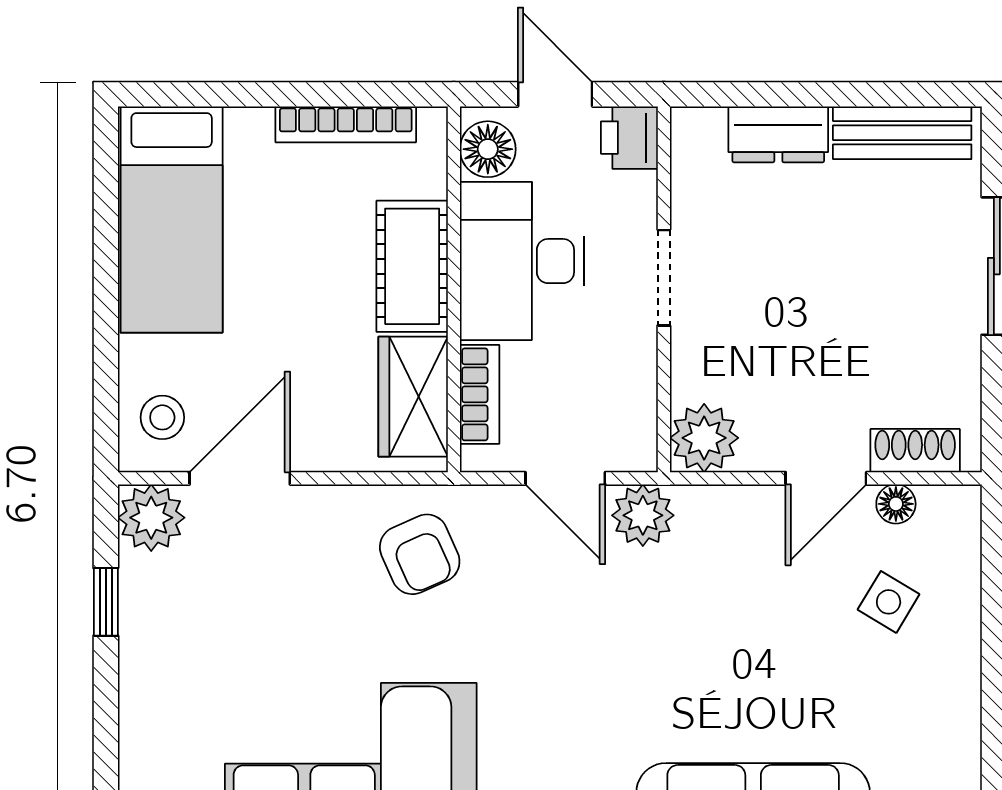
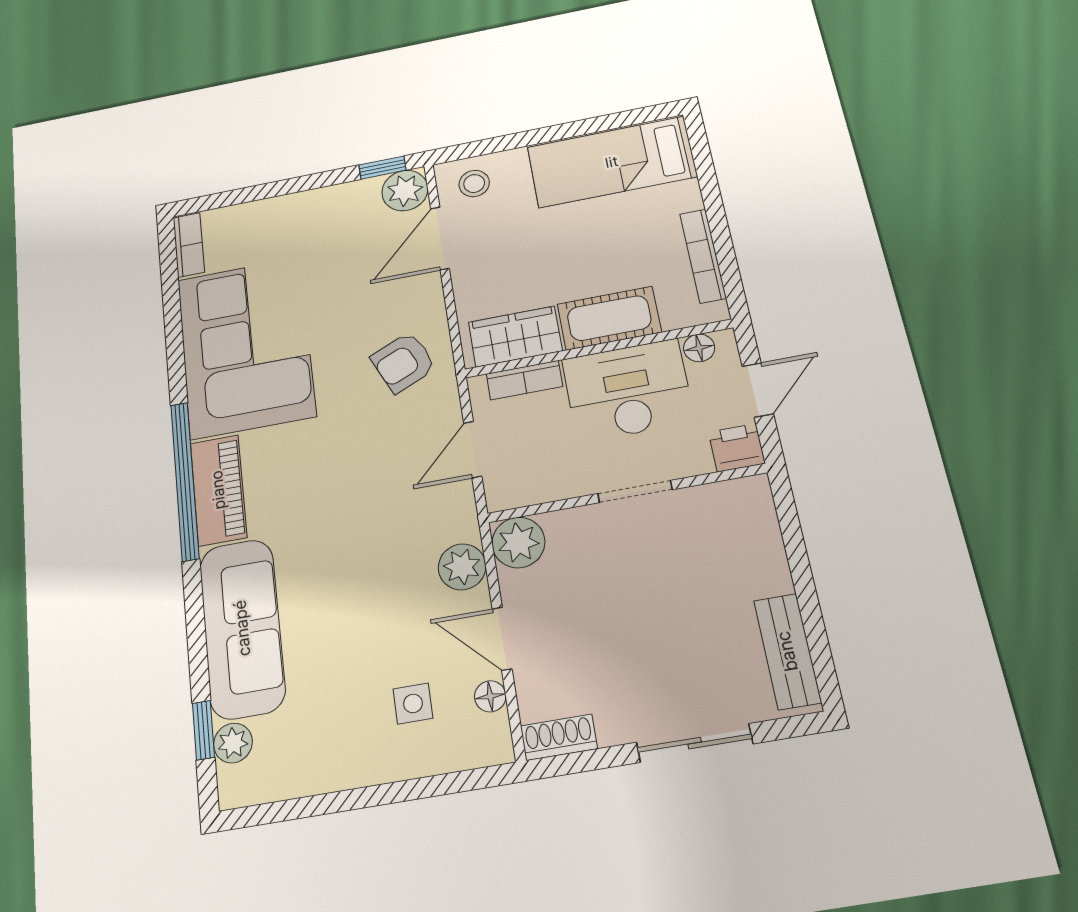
dresser: (778, 134) -> (764, 556), removed
floor lamp: (488, 149) -> (699, 348), width x0.73, depth x0.73
shoe rack: (915, 451) -> (559, 737), moved, turned -90
door: (240, 478) -> (440, 238), swing flipped
plant: (643, 515) -> (462, 567), moved
window: (106, 602) -> (382, 168), moved
side table: (889, 602) -> (413, 703), turned -31

